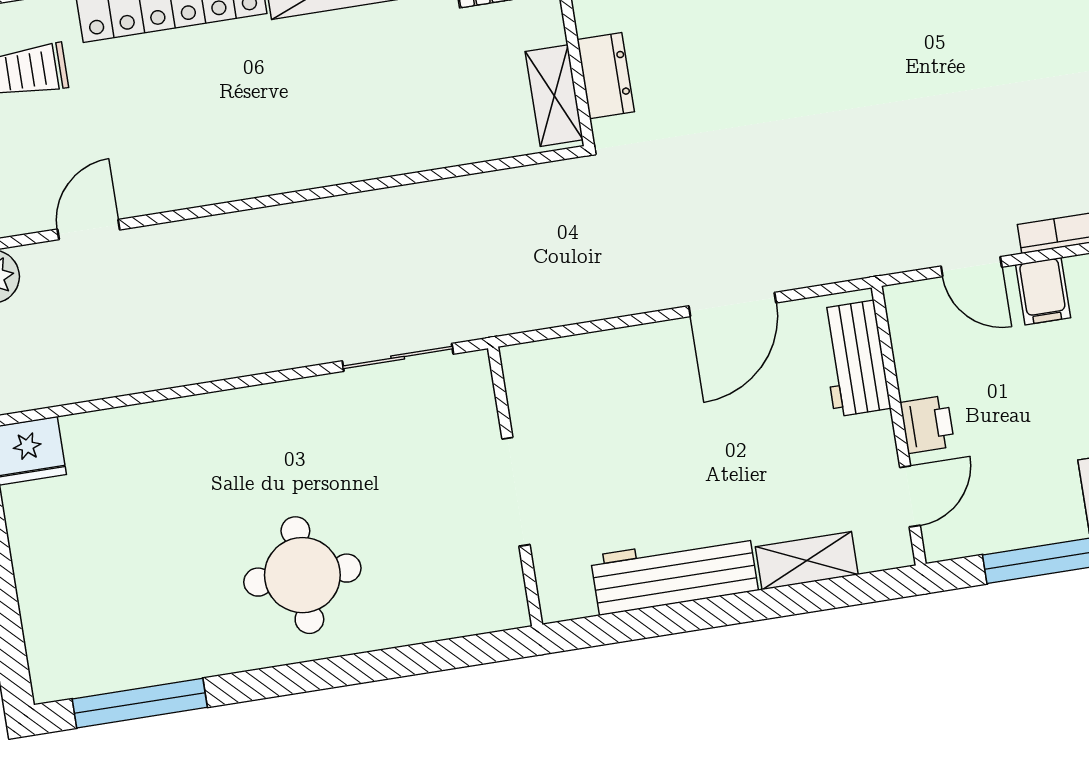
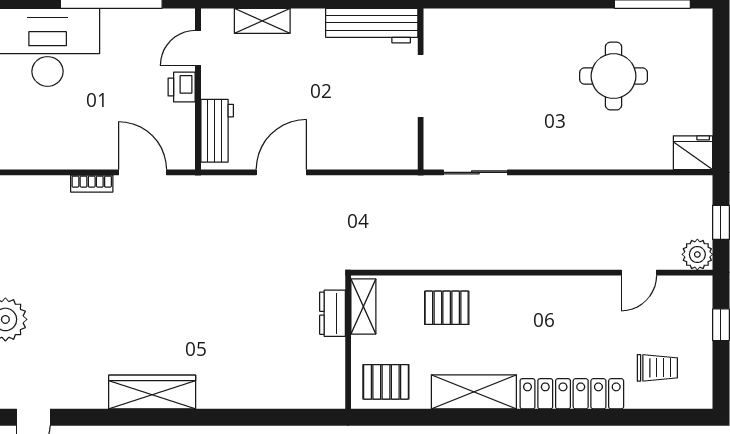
pallet: (410, 116) -> (447, 308), added
door: (971, 267) -> (143, 172), width x1.38
filing cabinet: (1043, 291) -> (104, 152), removed
workbench: (674, 573) -> (372, 26), moved
round table: (302, 575) -> (614, 76), moved

